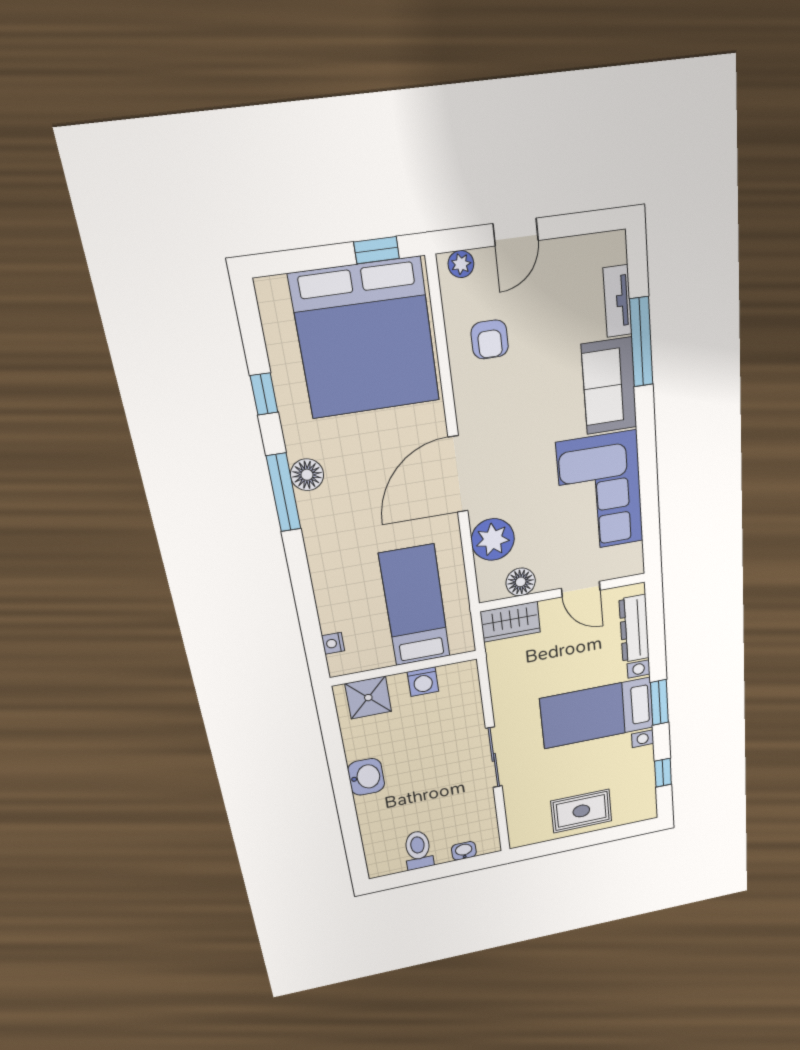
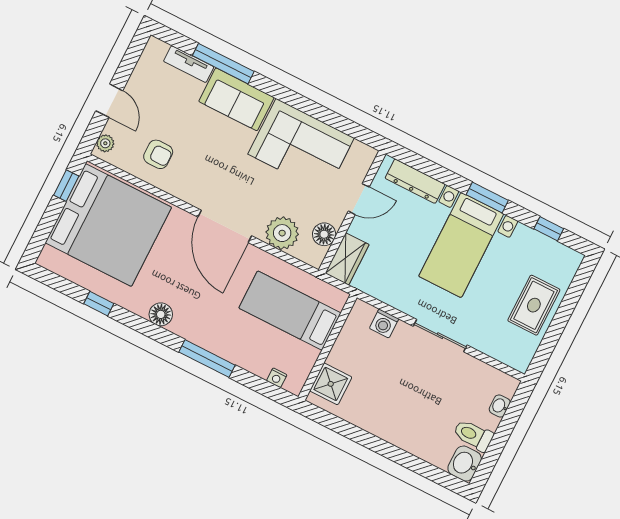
window: (284, 493) -> (207, 359), moved
washing machine: (423, 682) -> (384, 323), moved, turned 90
washbasin: (366, 777) -> (465, 464), moved, turned -90

